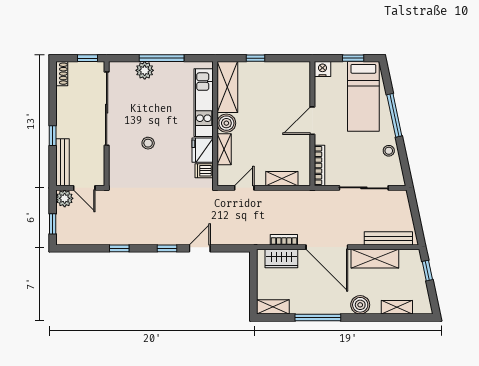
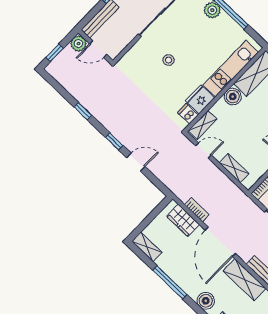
shelving: (224, 149) -> (203, 125), moved
door: (84, 188) -> (98, 49), hinge flipped

